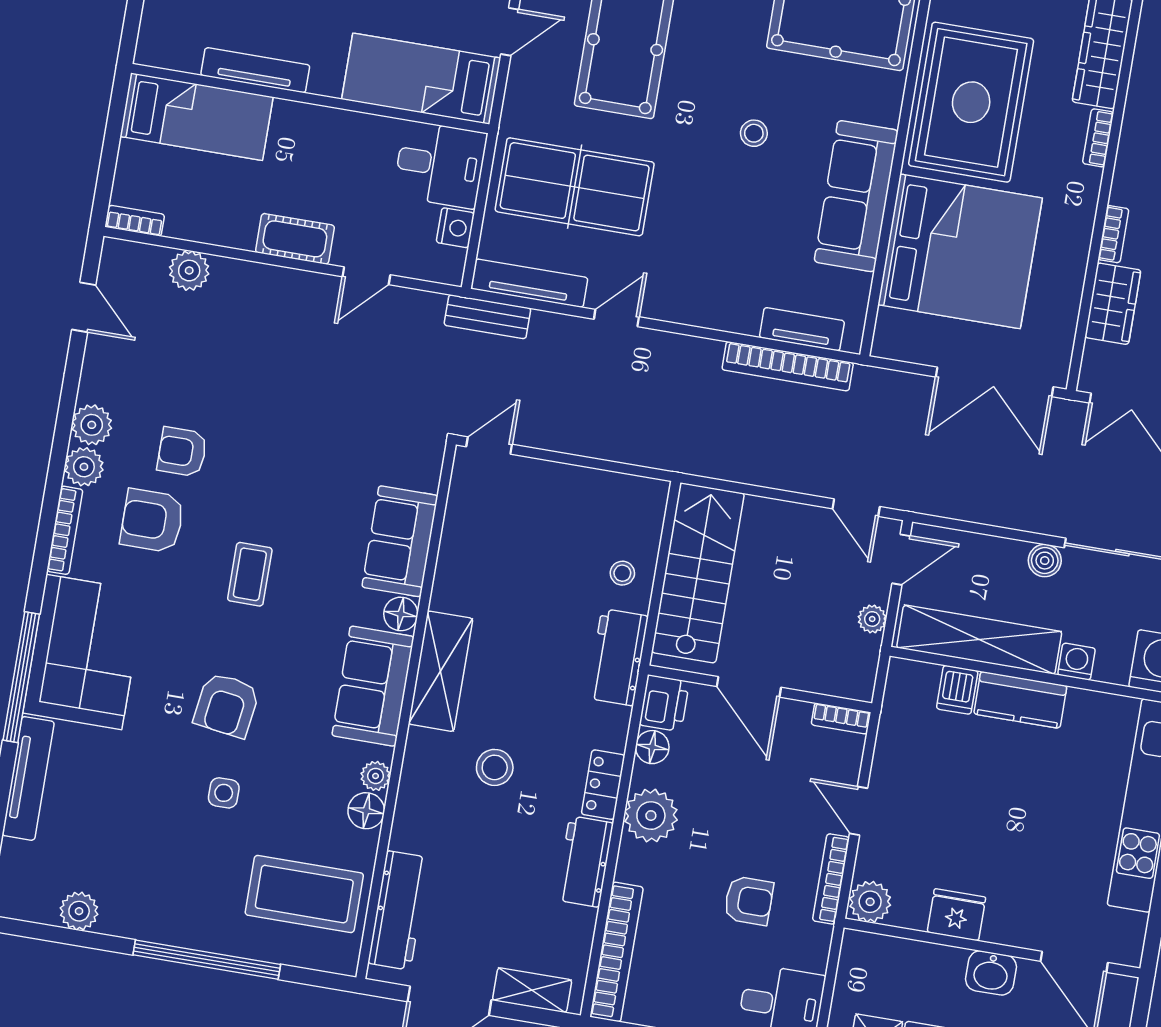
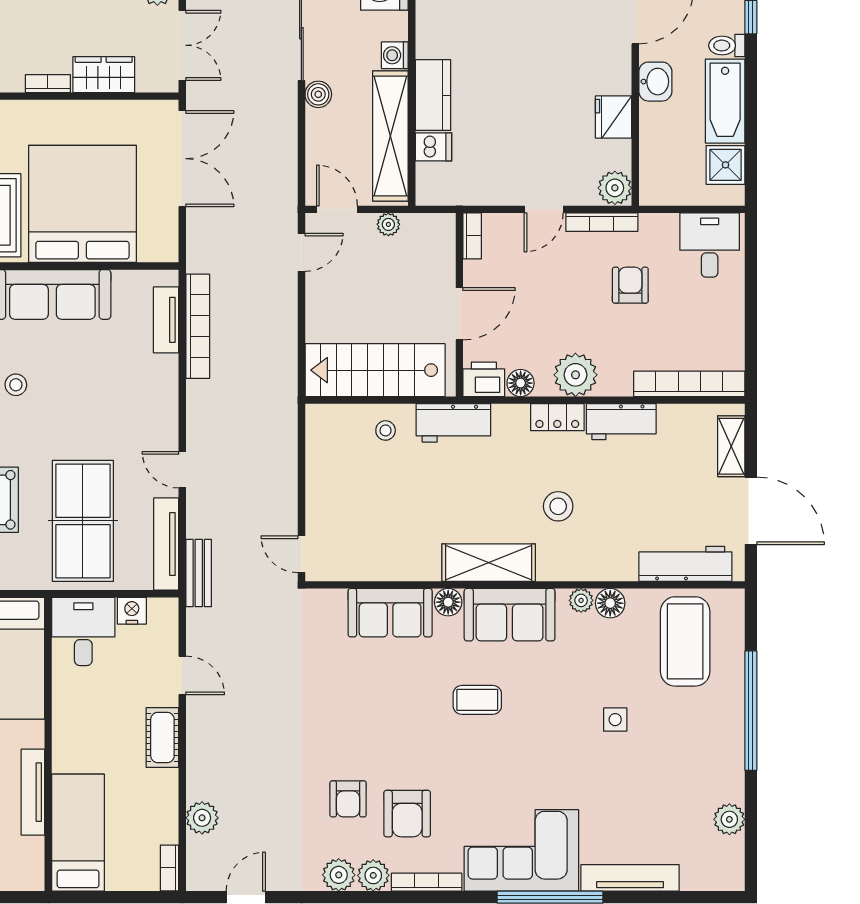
coffee table: (250, 574) -> (477, 700), moved
armchair: (227, 705) -> (545, 729), removed

